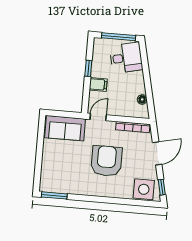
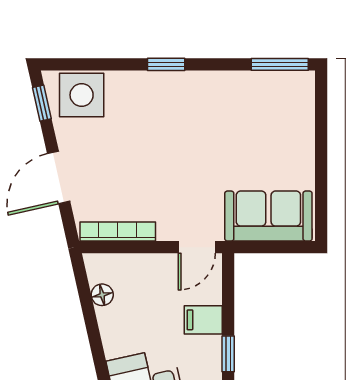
armchair: (106, 161) -> (170, 151), removed
window: (105, 200) -> (166, 64), added

